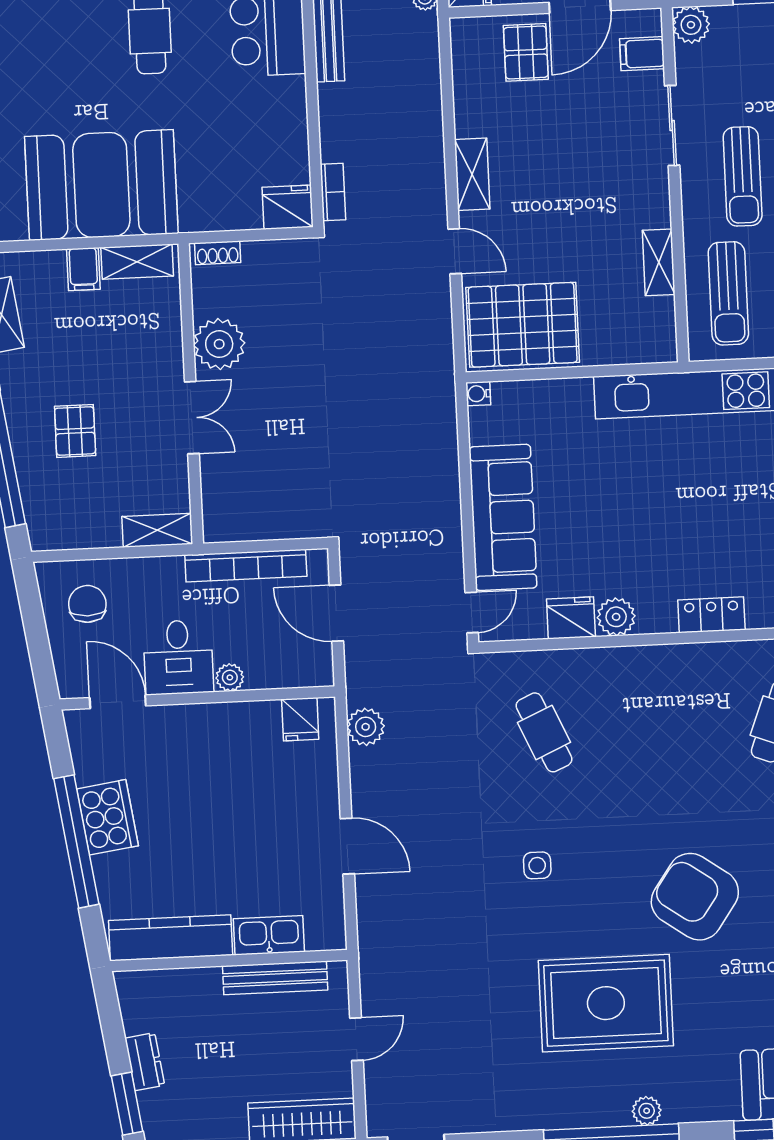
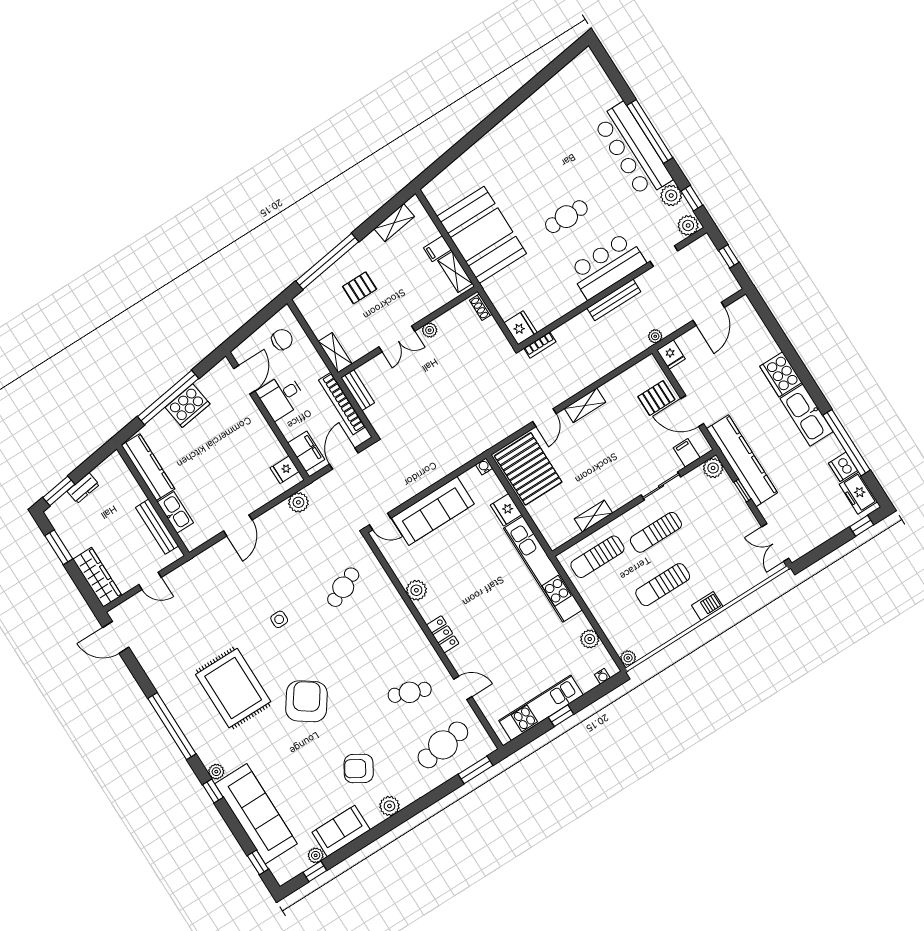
plant: (219, 344) -> (430, 330), width x0.53, depth x0.53
bench: (239, 528) -> (358, 390), added
fridge: (571, 618) -> (506, 510), moved, turned 180
filing cabinet: (290, 667) -> (306, 451), added
plant: (230, 677) -> (285, 426), removed
plant: (647, 1111) -> (216, 772), moved

